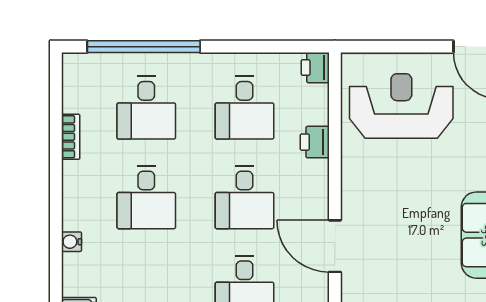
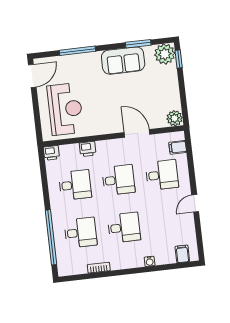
reception desk: (401, 106) -> (65, 109), turned 180
door: (335, 246) -> (137, 133), swing flipped

